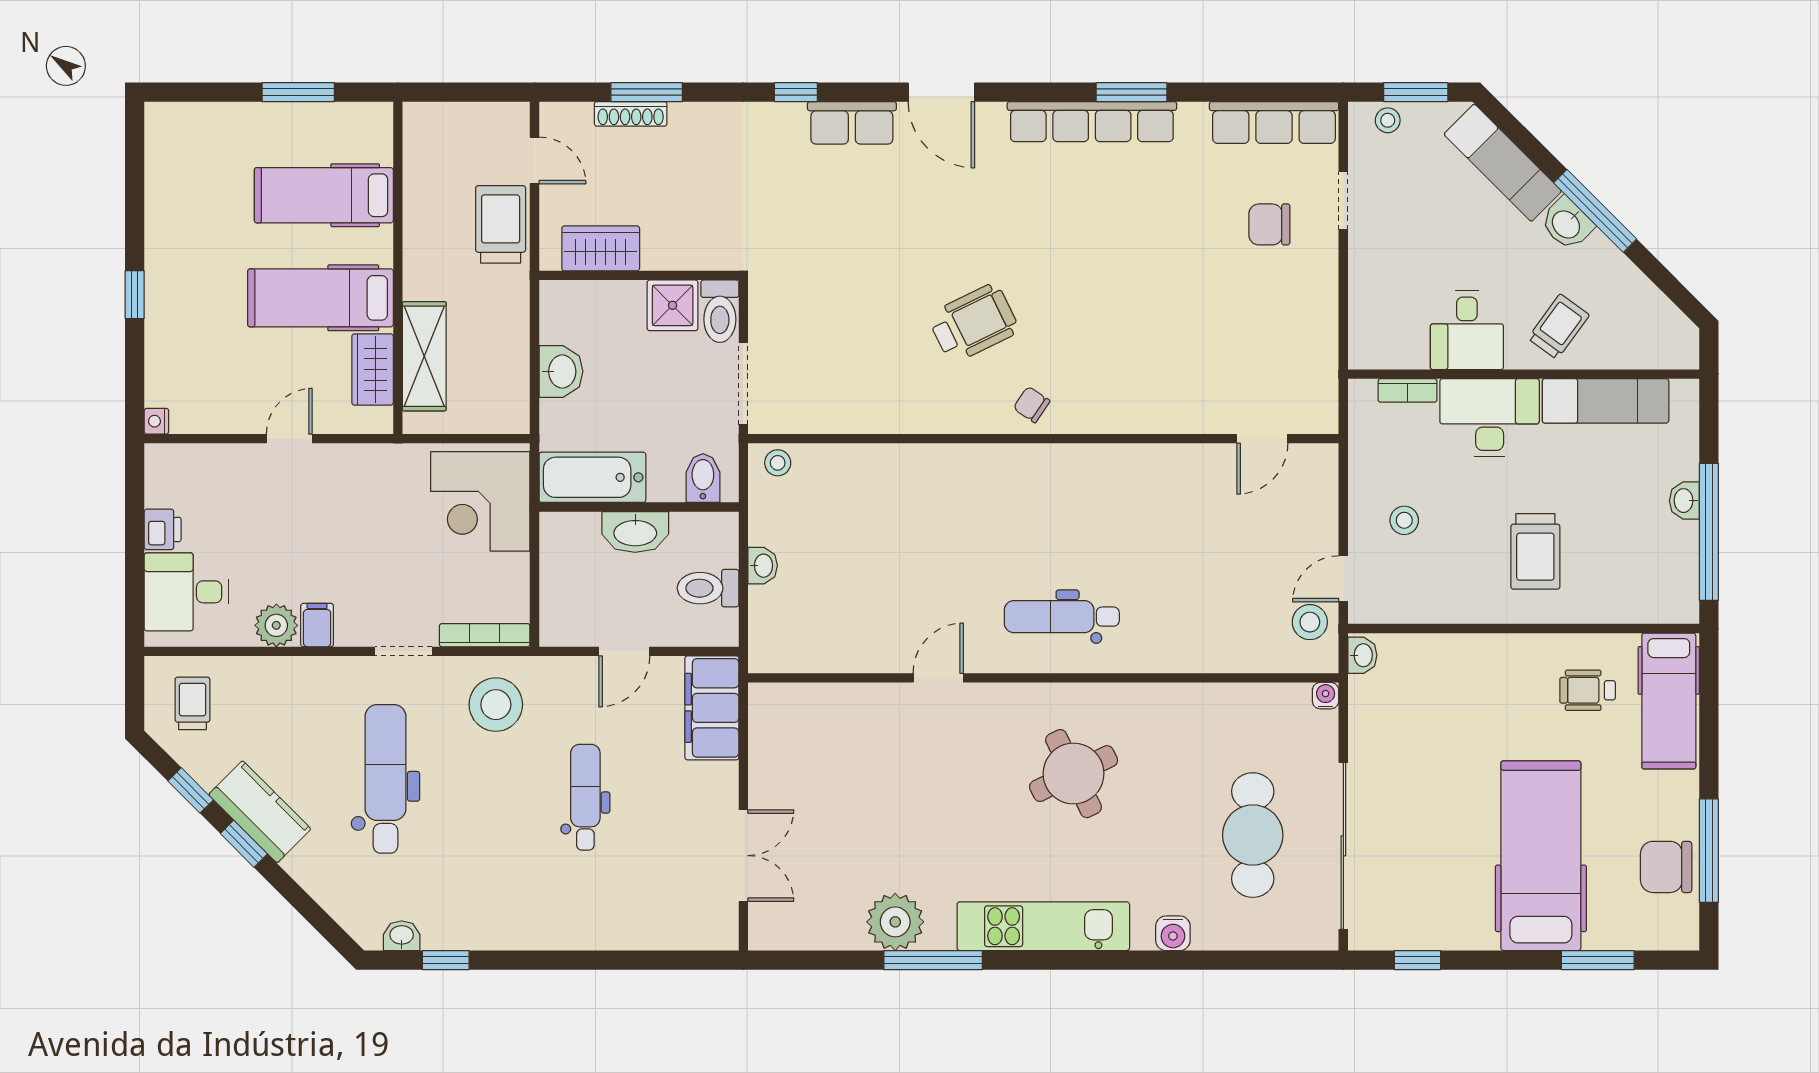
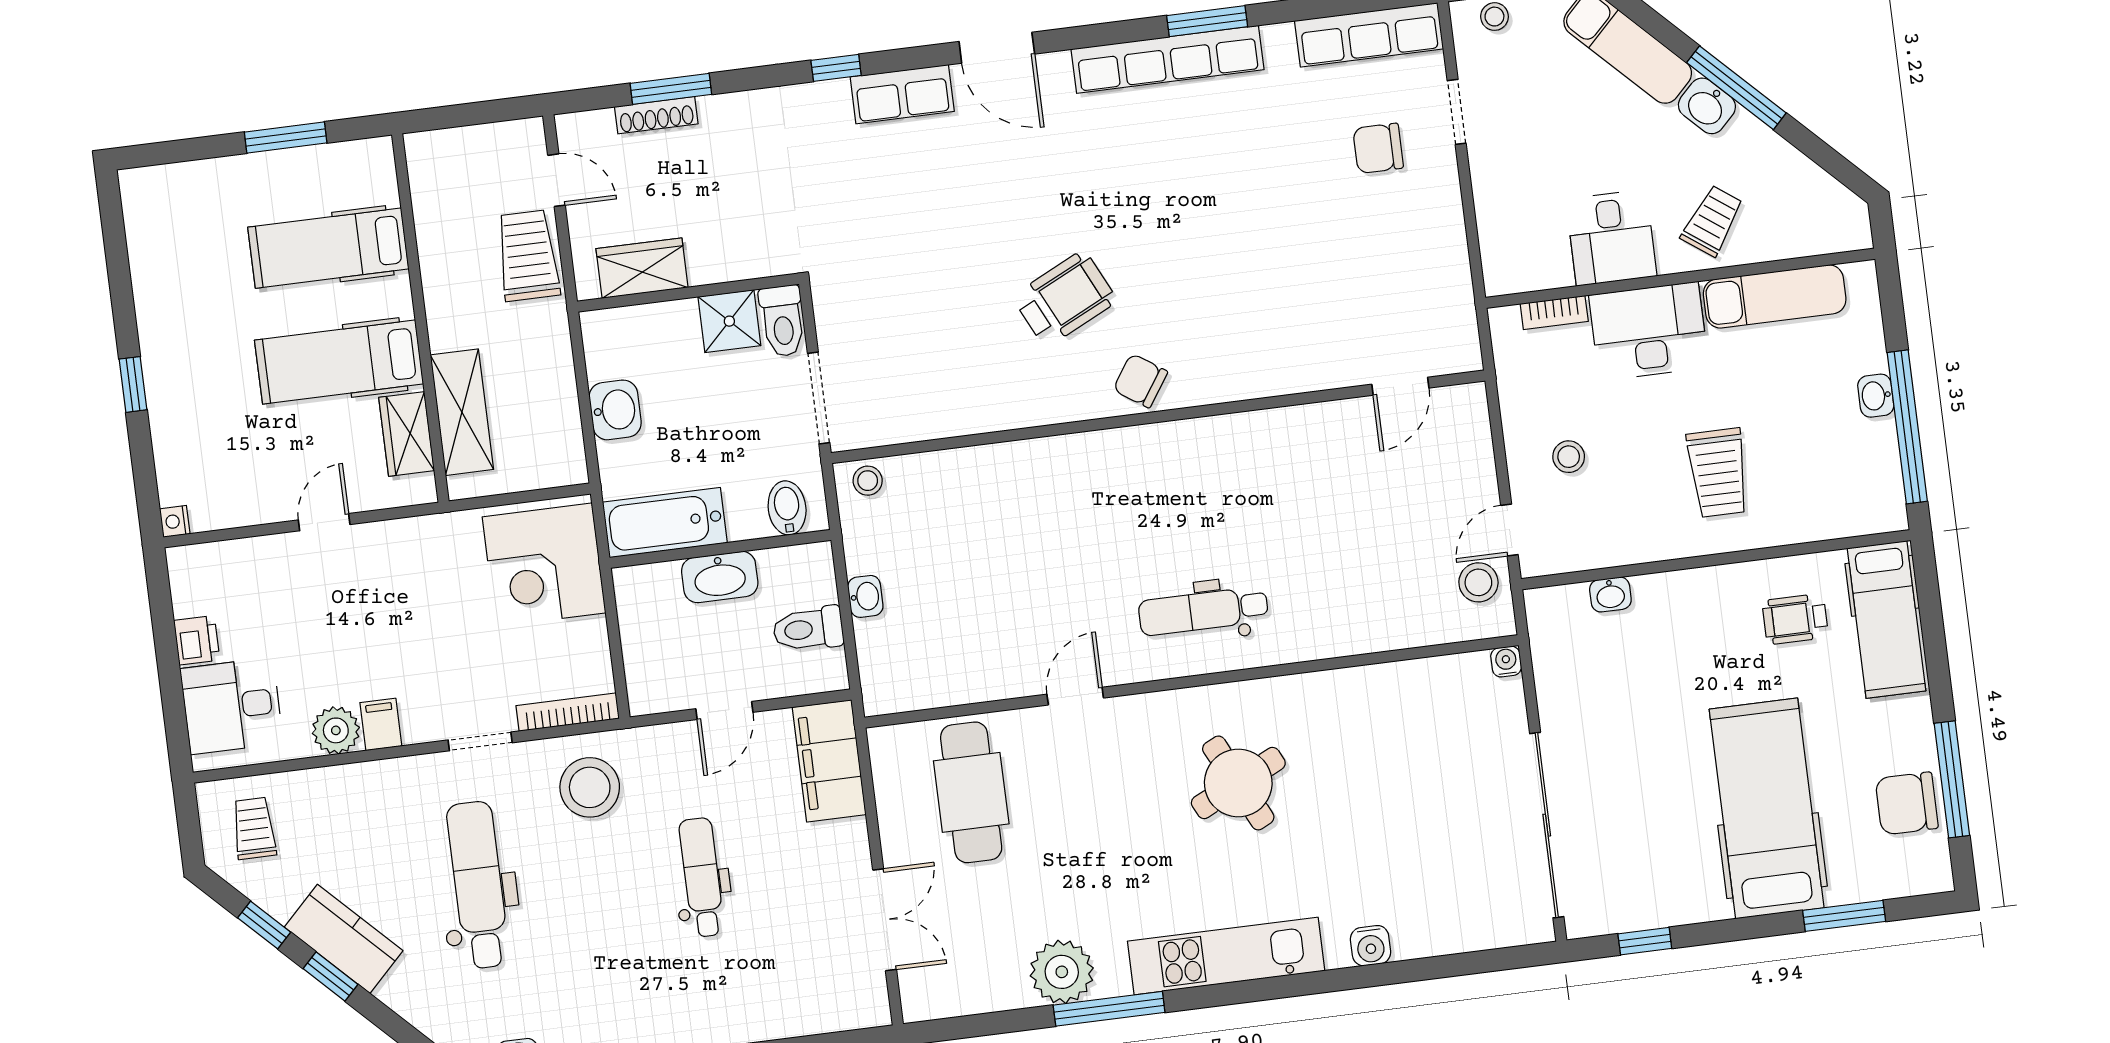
chair: (1032, 405) -> (1140, 381), width x1.37, depth x1.37
washbasin: (1362, 655) -> (1610, 594), moved, turned 90
cafe table: (1253, 835) -> (971, 792), moved

